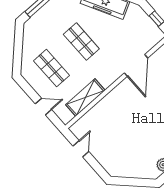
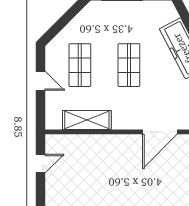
door: (43, 107) -> (41, 81), moved

